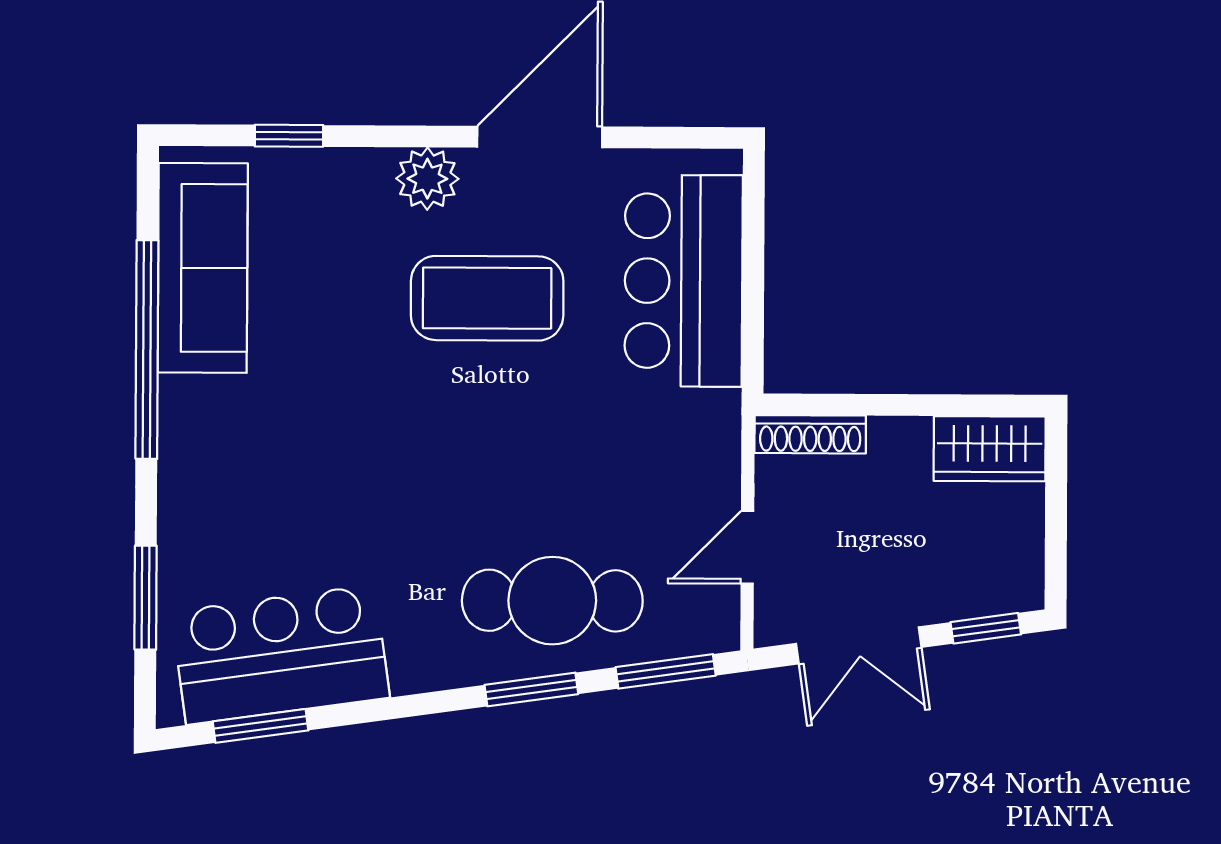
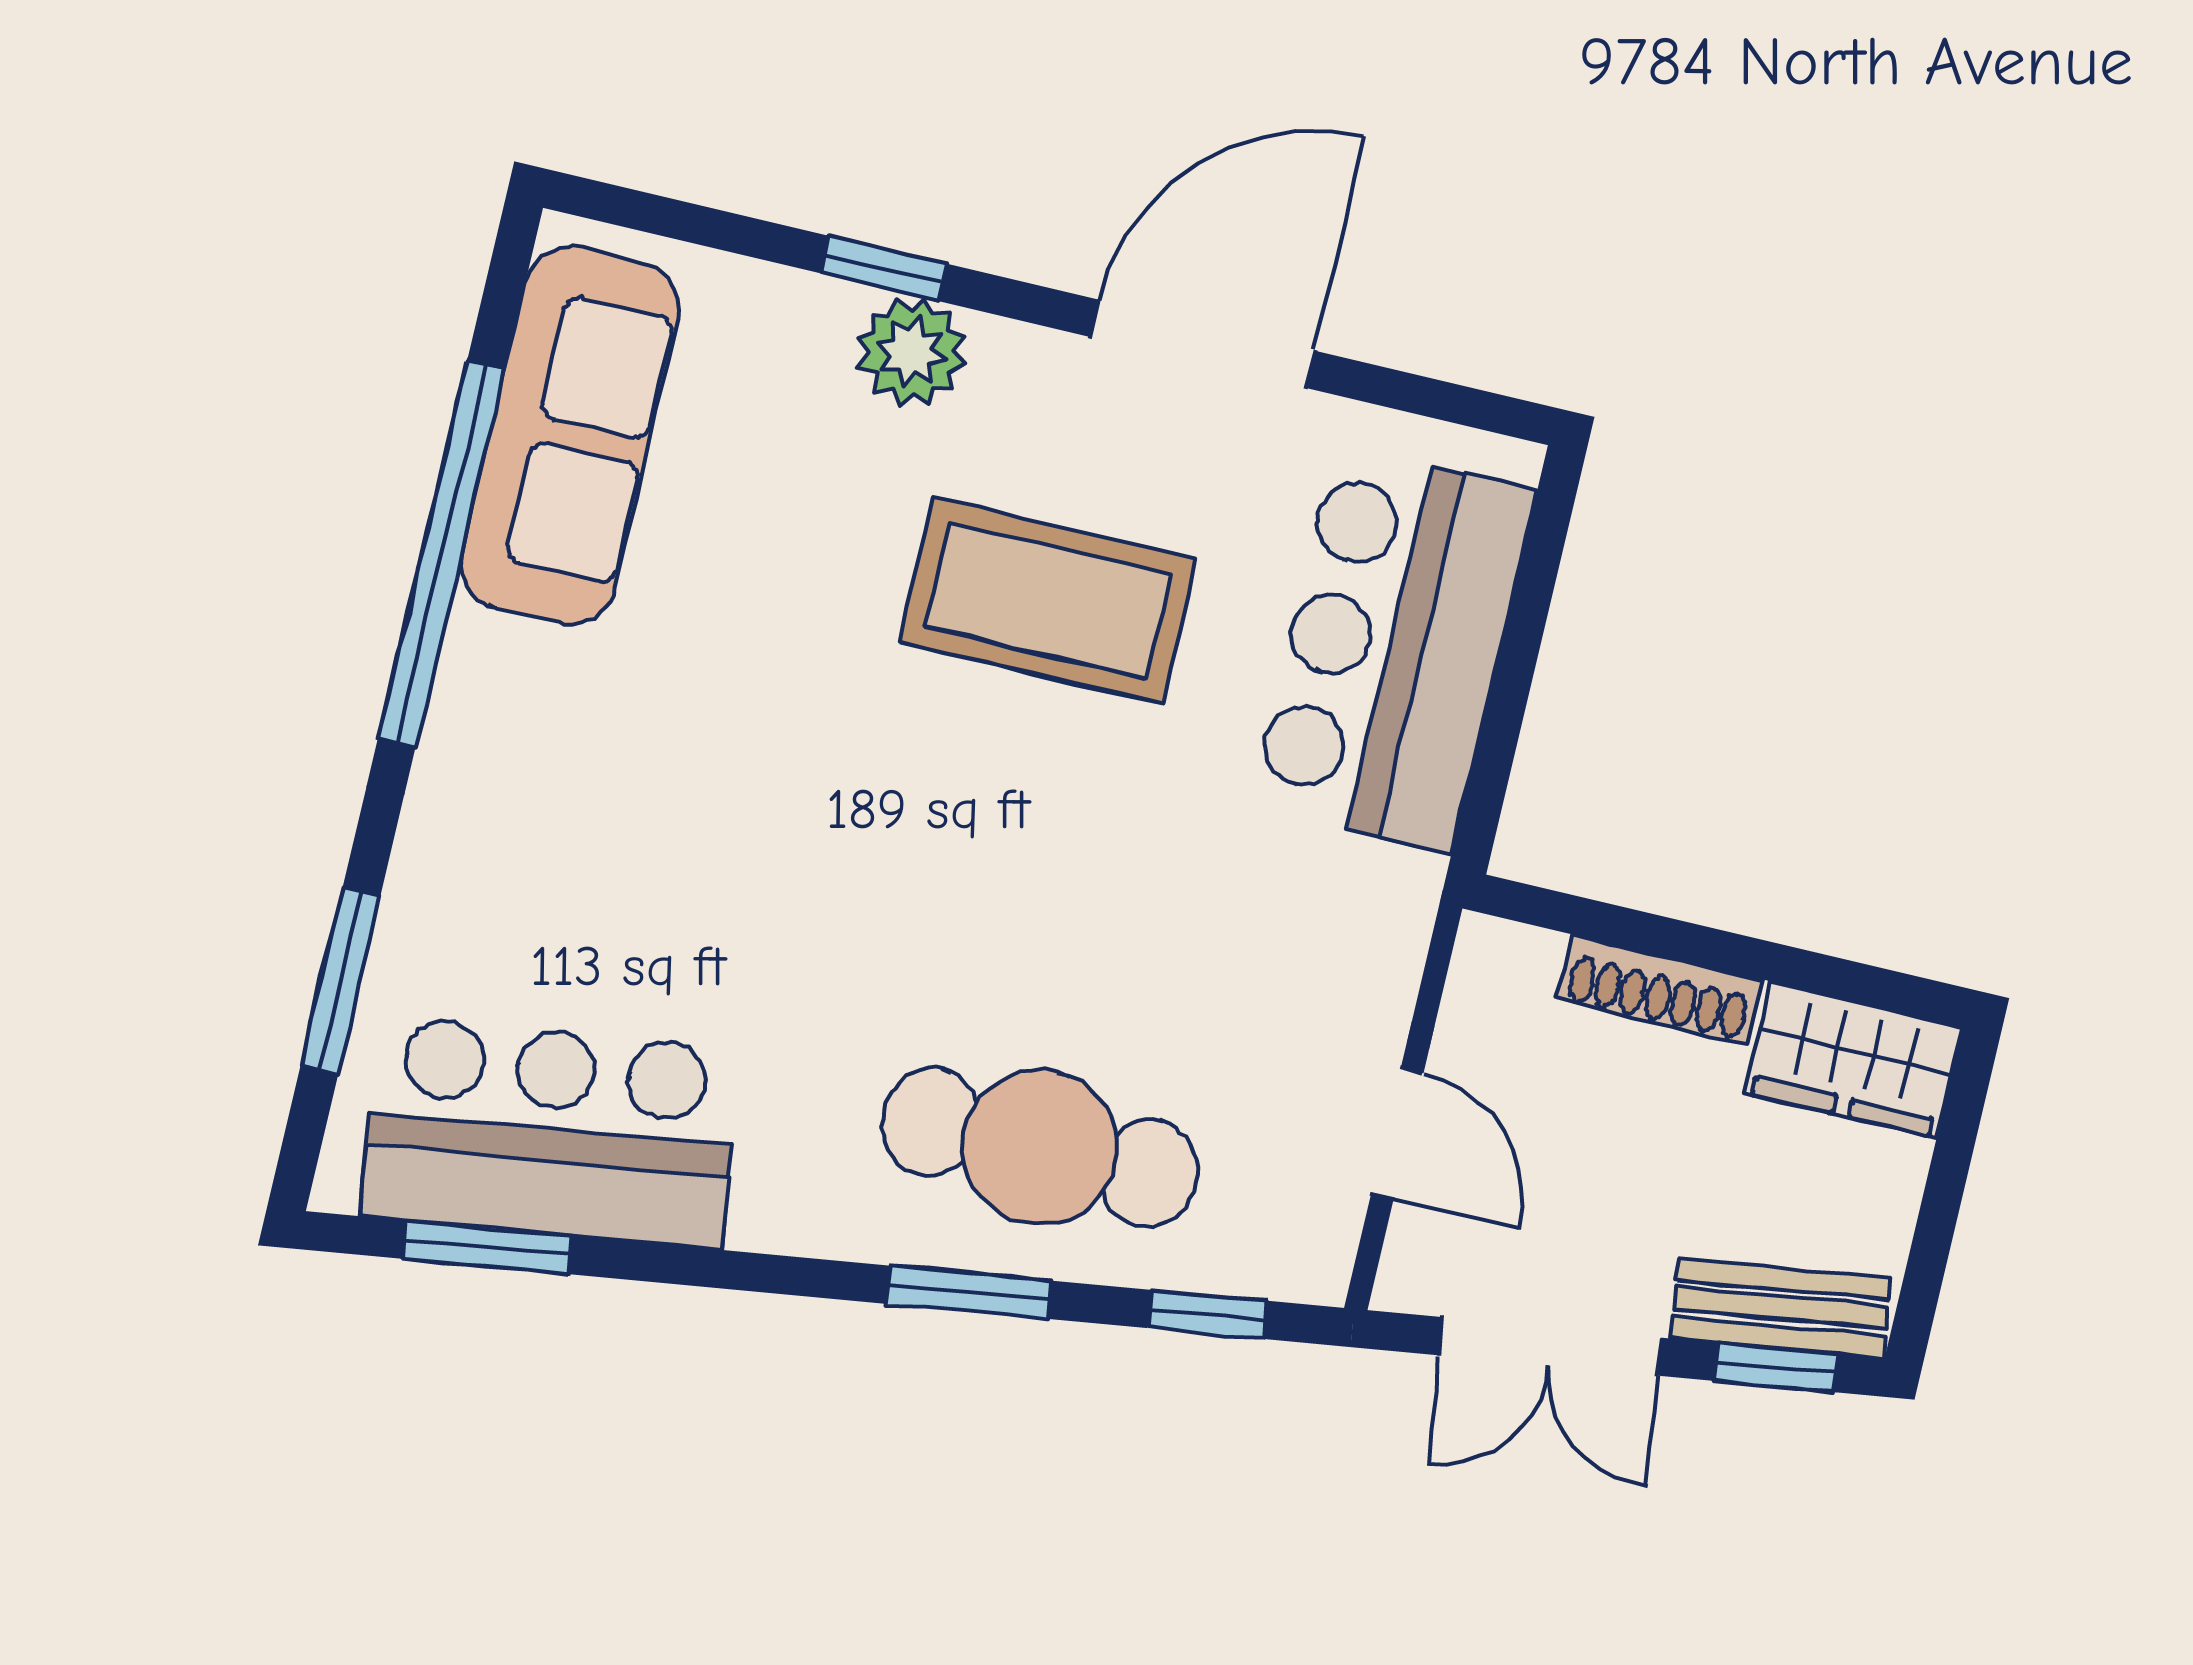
window: (289, 136) -> (883, 268), moved
plant: (427, 179) -> (912, 352), moved
shoe rack: (810, 434) -> (1660, 989), moved
door: (747, 547) -> (1397, 1133), swing flipped
bench: (981, 595) -> (1781, 1308), added
window: (666, 671) -> (1207, 1314), width x0.67

